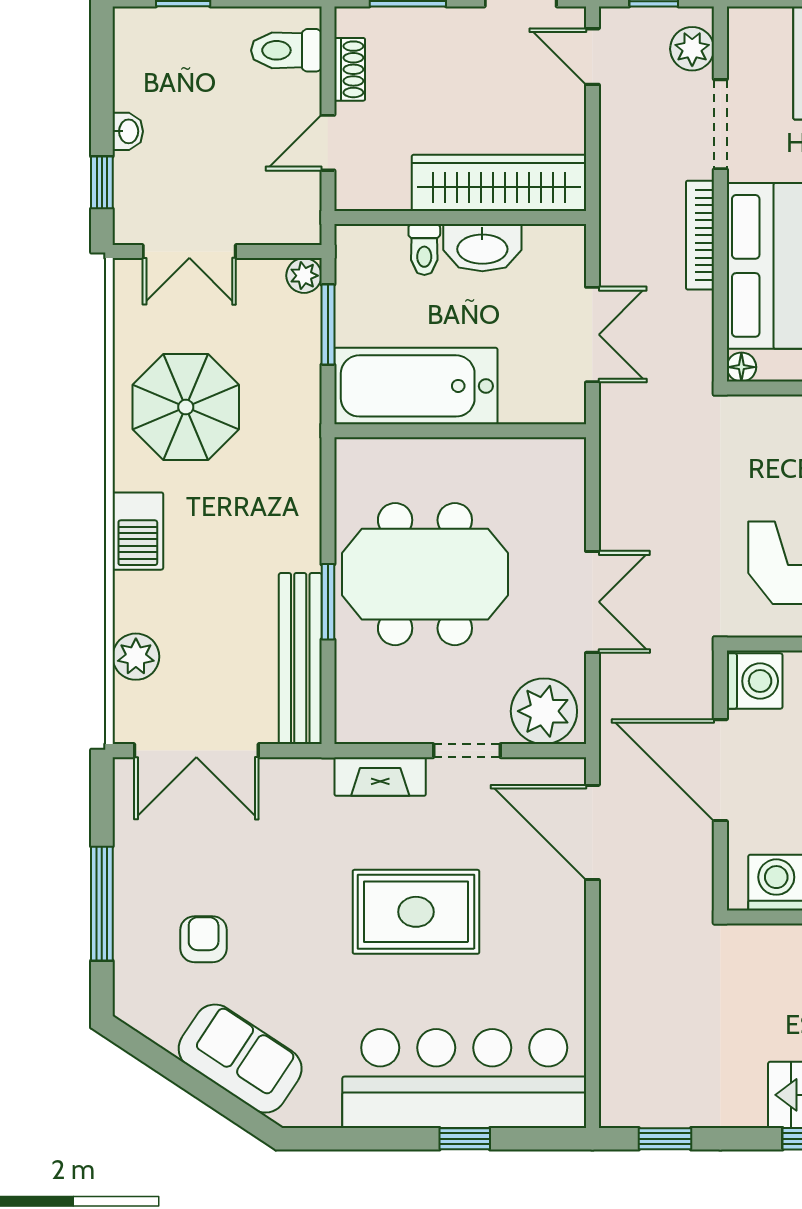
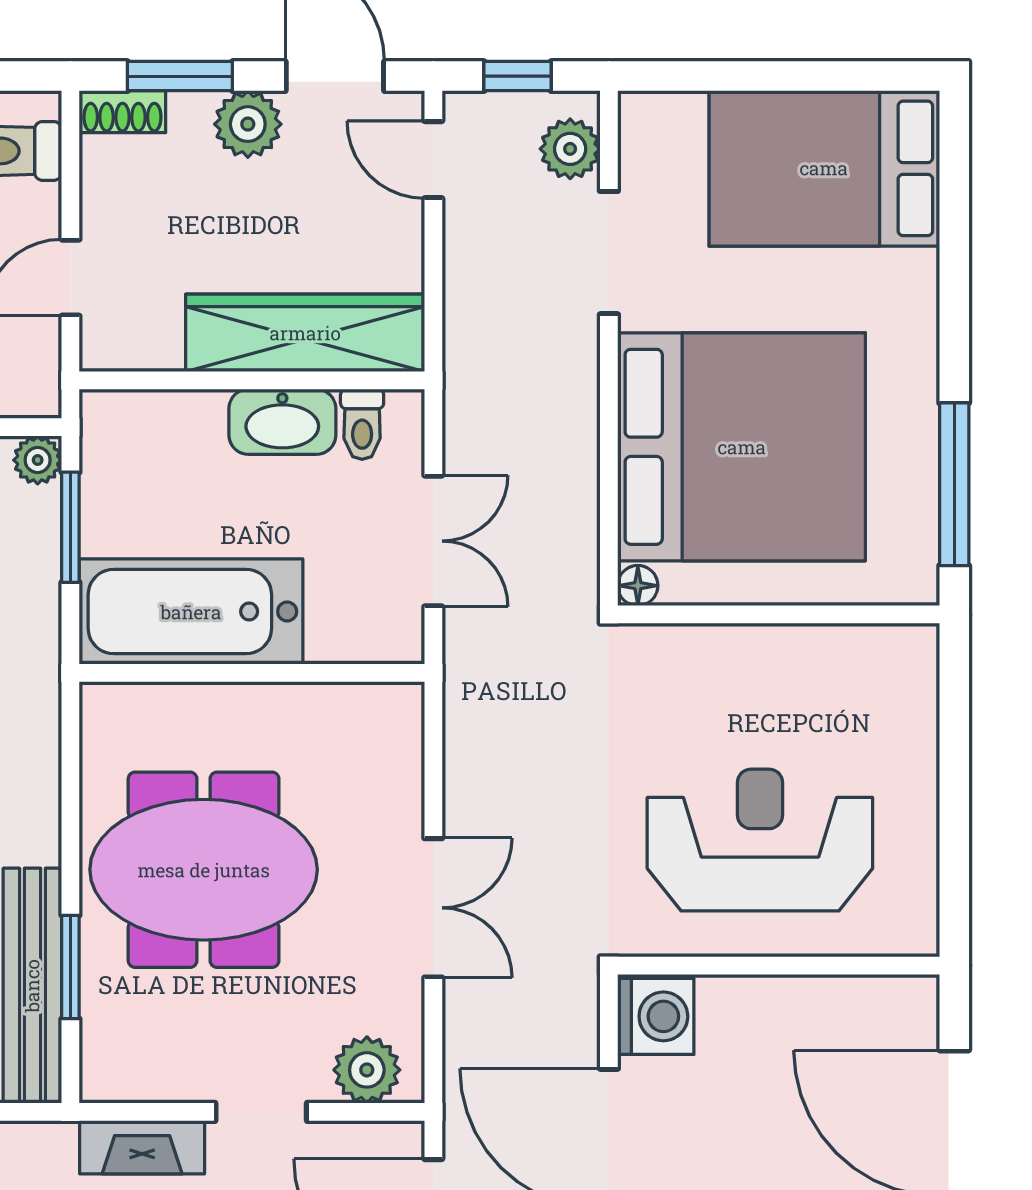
plant: (457, 31) -> (248, 124), added
shoe rack: (350, 69) -> (122, 112), moved, turned 90
bookcase: (700, 235) -> (581, 405), removed
toilet: (424, 250) -> (362, 424), moved
window: (328, 602) -> (70, 967), moved
plant: (544, 711) -> (367, 1070), width x0.73, depth x0.73

